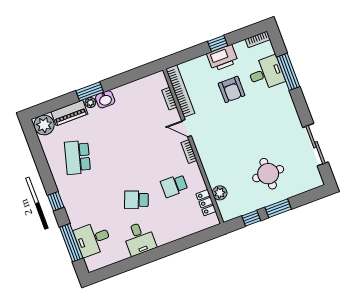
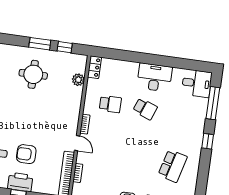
armchair: (232, 89) -> (26, 154), turned -90
locker: (206, 203) -> (94, 67), moved
desk: (93, 239) -> (197, 83), moved
desk: (139, 239) -> (155, 77), width x1.37

